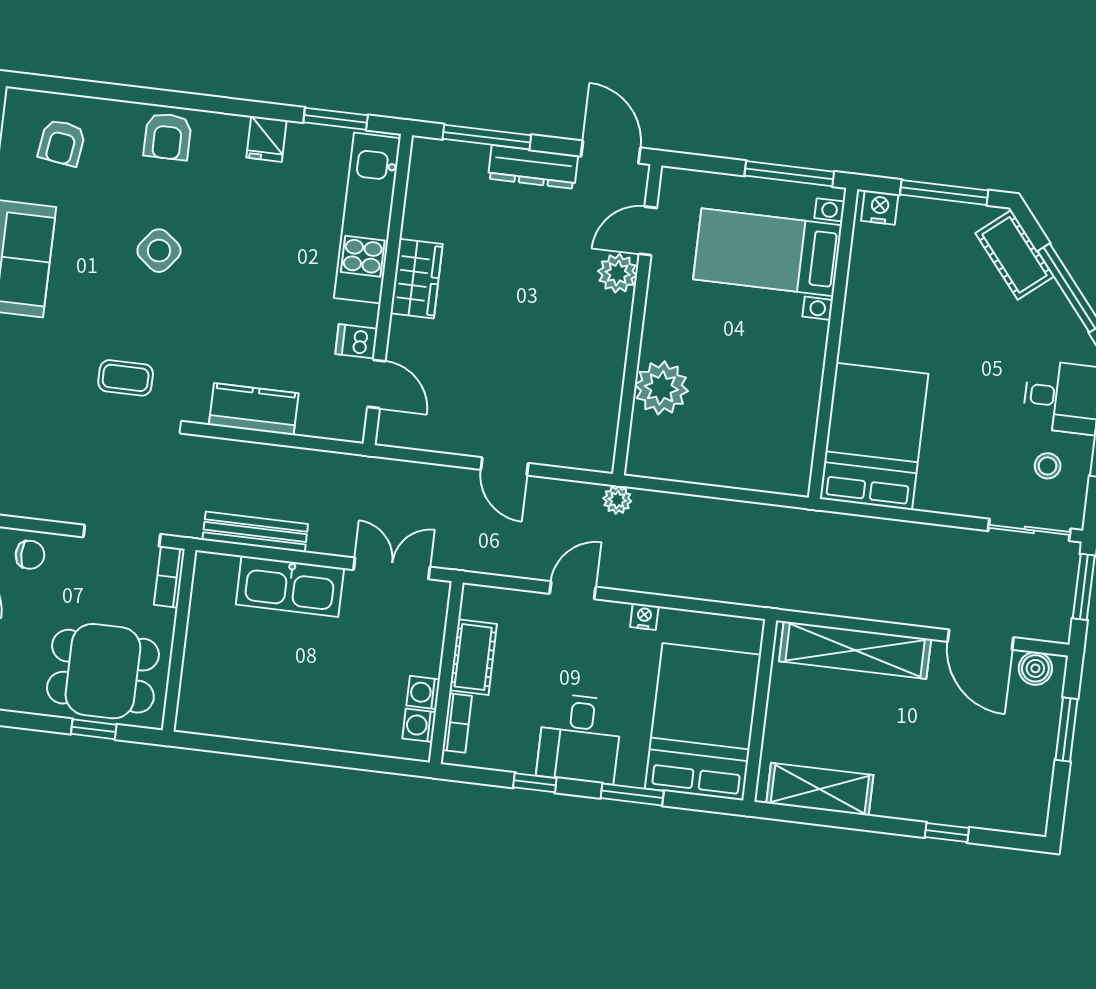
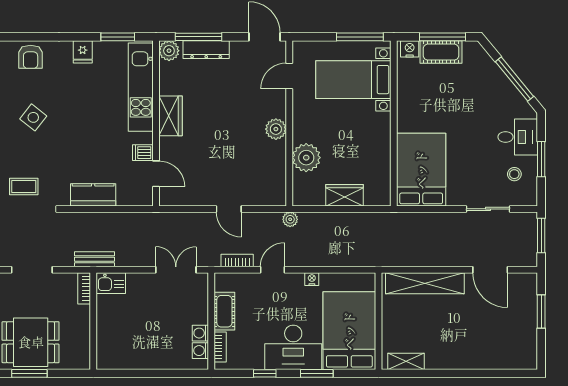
plant: (428, 156) -> (169, 51), added
dresser: (533, 167) -> (206, 50), moved
cot: (1014, 255) -> (441, 52), moved, turned -51
plant: (618, 273) -> (276, 129), moved
wardrobe: (724, 467) -> (344, 195), added
sliding door: (1029, 530) -> (488, 209), moved
bench: (255, 532) -> (95, 259), width x0.73
bookcase: (509, 565) -> (237, 260), added
bookcase: (169, 577) -> (84, 288), moved
kitchen sink: (290, 586) -> (111, 283), width x0.53, depth x0.81
wall: (179, 640) -> (93, 321), moved
boiler: (1035, 668) -> (521, 281), removed
window: (94, 729) -> (29, 373), width x1.50
desk: (580, 738) -> (293, 347), width x1.37
shelving: (820, 789) -> (406, 361), width x0.67, depth x0.75
window: (947, 833) -> (485, 373), removed

